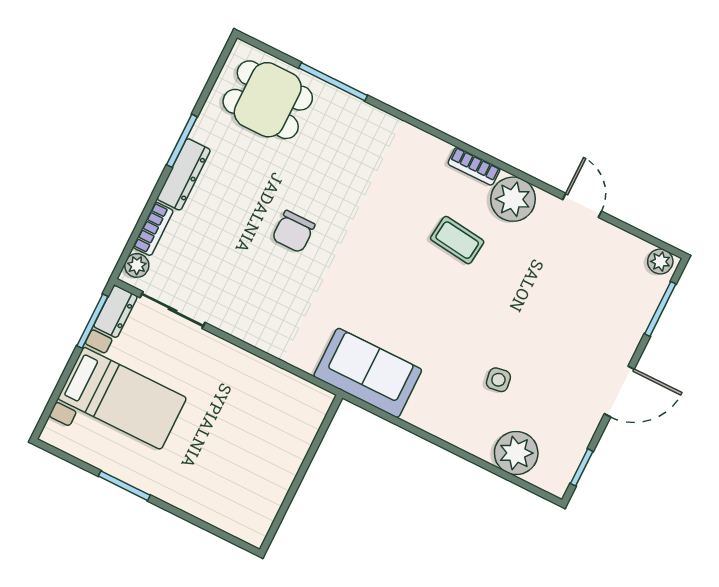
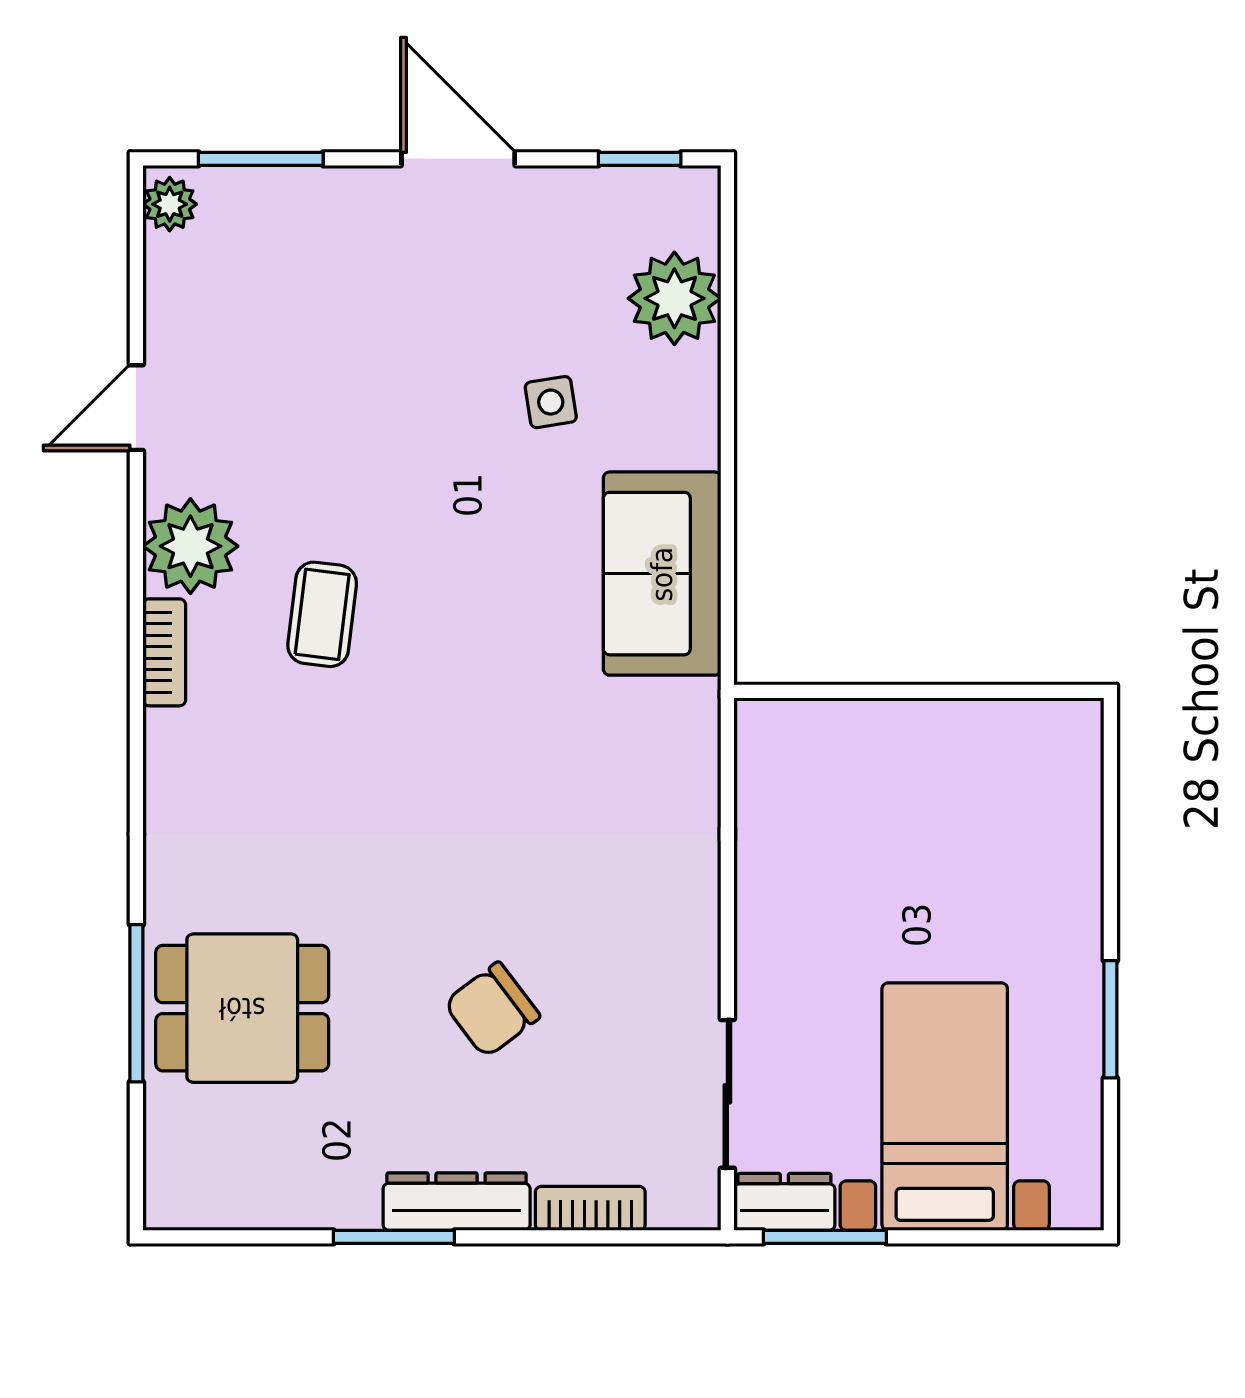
dining table: (268, 100) -> (242, 1008), moved, turned 90
chair: (293, 232) -> (492, 1010), moved, turned 143
plant: (137, 265) -> (676, 1205), removed
sofa: (368, 373) -> (662, 574), moved

